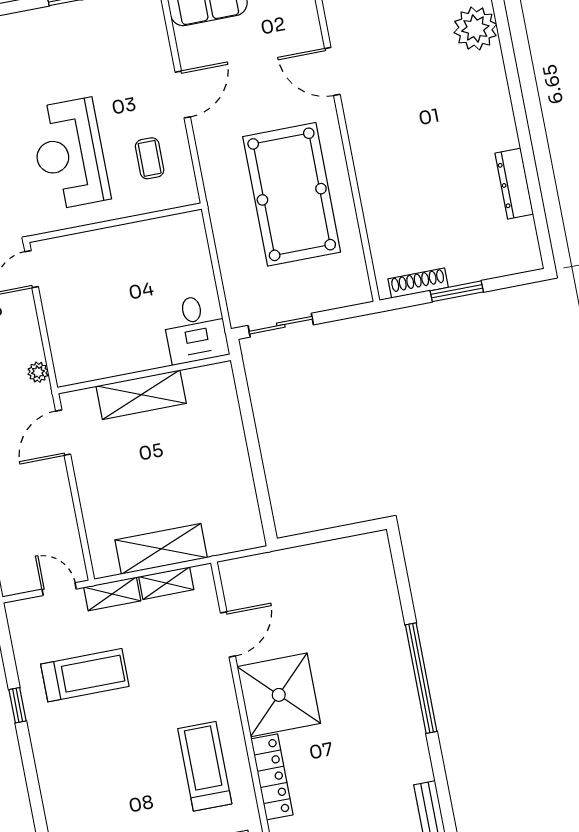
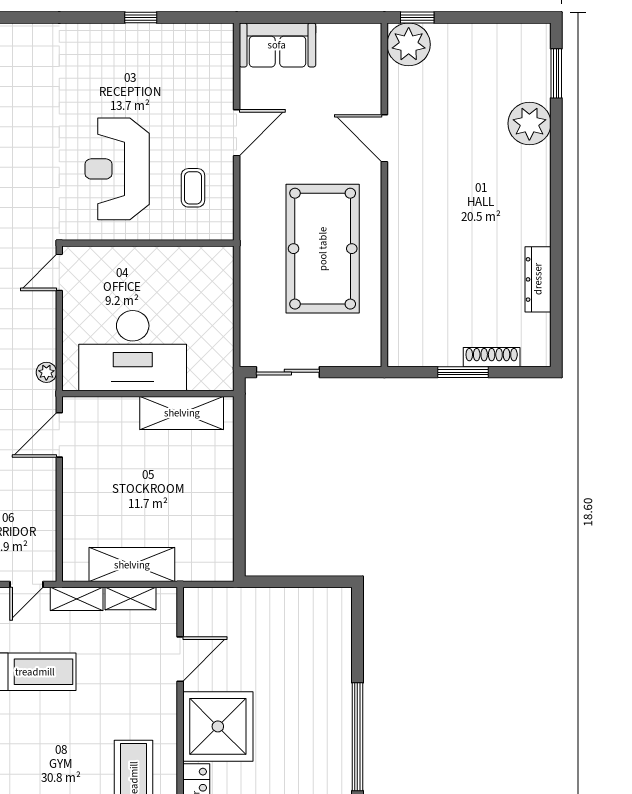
shoe rack: (418, 283) -> (492, 357), moved
desk: (195, 329) -> (133, 351), moved, width x1.87, depth x1.30
shelving: (141, 395) -> (182, 413), moved
door: (59, 589) -> (27, 584), swing flipped

